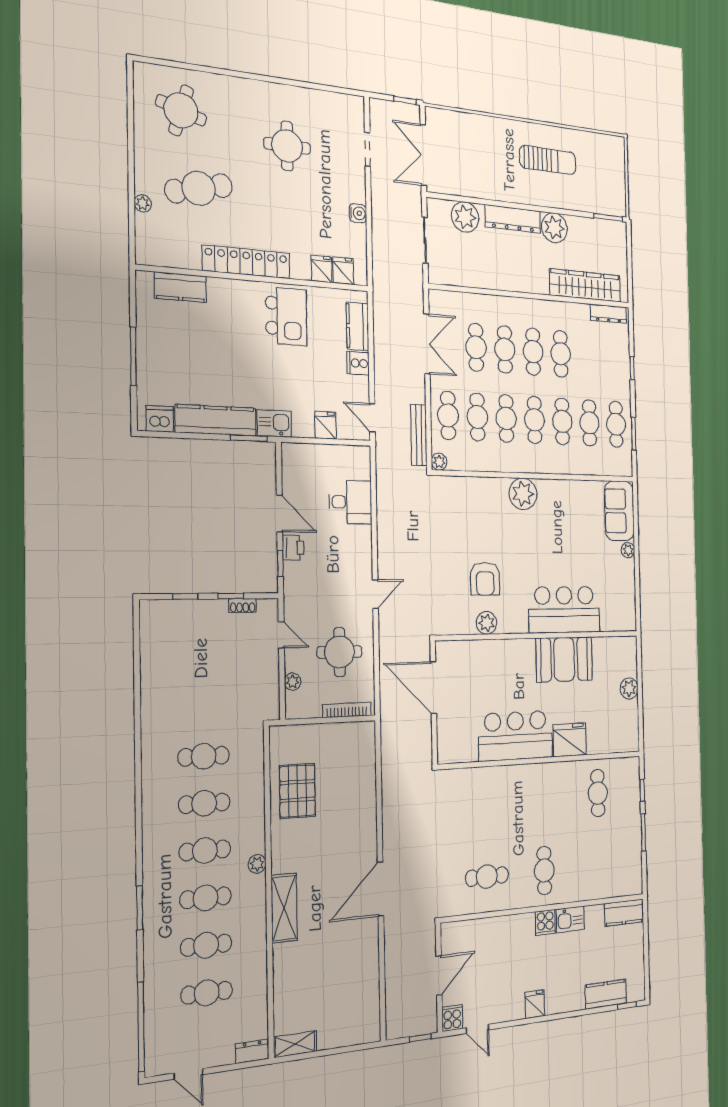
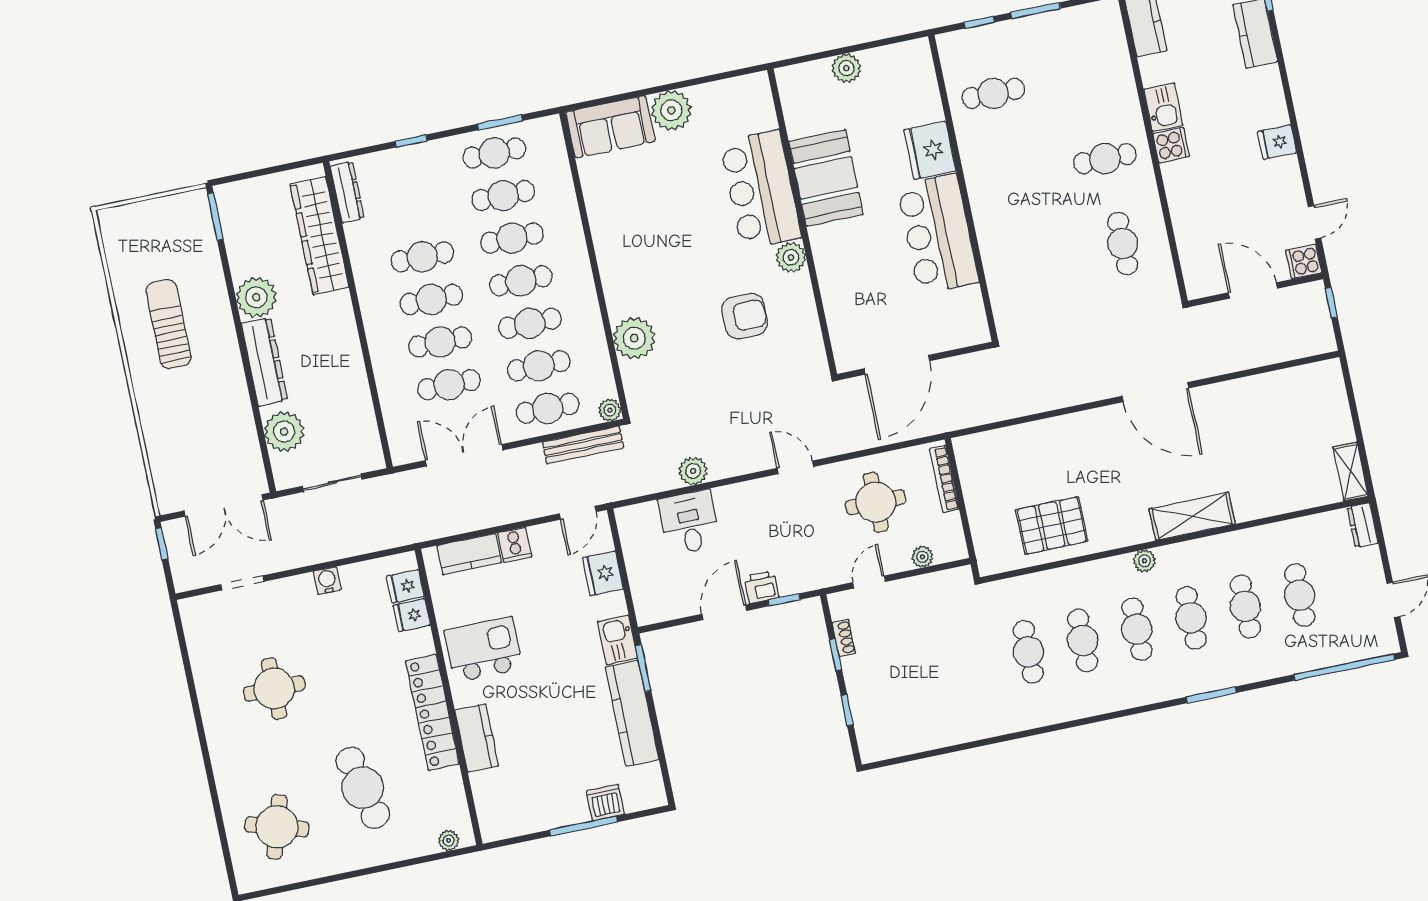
plant: (143, 203) -> (449, 840), moved
kitchen counter: (180, 287) -> (477, 738), moved
dishwasher: (160, 419) -> (606, 803), moved, turned 90
fridge: (325, 425) -> (603, 573), width x1.38
plant: (523, 494) -> (634, 338), moved
plant: (386, 514) -> (693, 471), added
plant: (628, 550) -> (671, 110), width x1.87, depth x1.87
plant: (487, 623) -> (791, 257), moved

